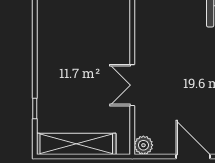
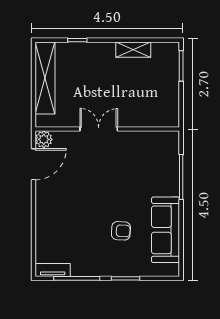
shelving: (45, 47) -> (133, 50), added
door: (193, 156) -> (33, 164), moved

